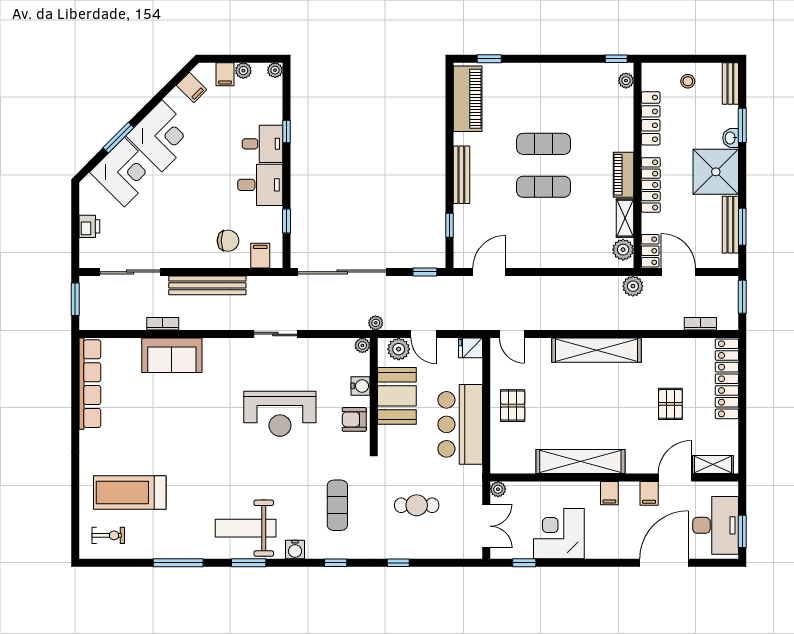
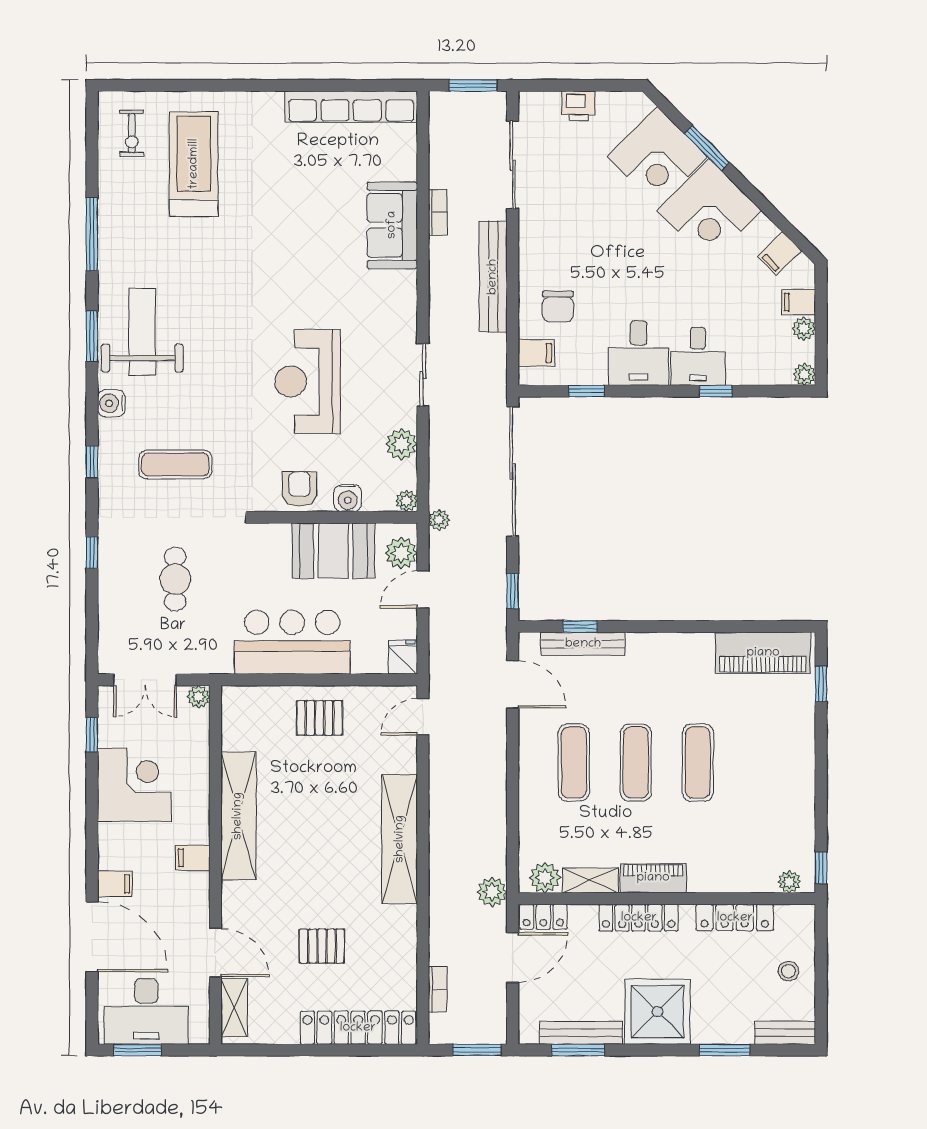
washbasin: (731, 138) -> (706, 1033), removed
bench: (461, 175) -> (583, 644), moved
exercise mat: (544, 230) -> (574, 763), added
plant: (323, 349) -> (401, 444), added
filing cabinet: (649, 493) -> (115, 884), moved, turned 180

